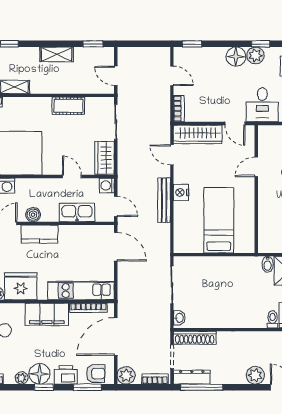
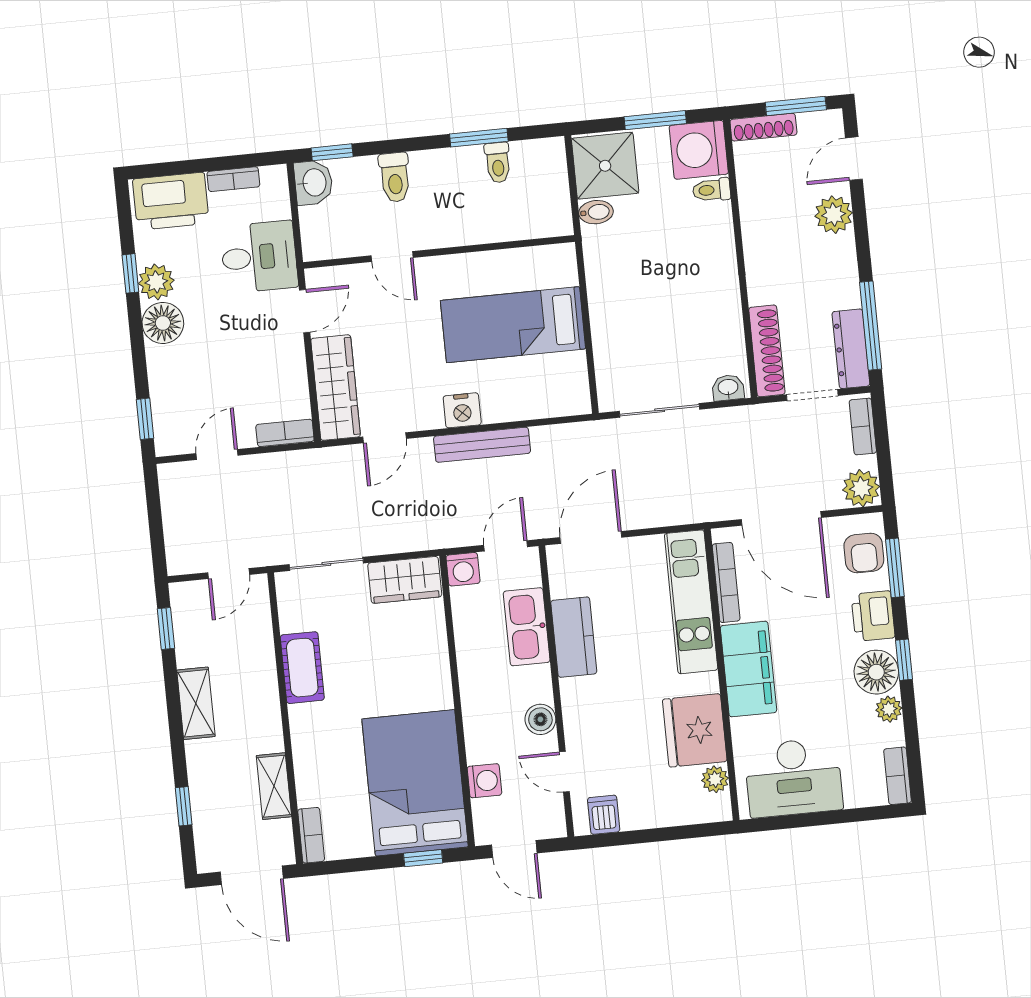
door: (72, 177) -> (452, 645), removed
kitchen counter: (40, 234) -> (574, 637), moved
armchair: (96, 374) -> (864, 553), turned 180

